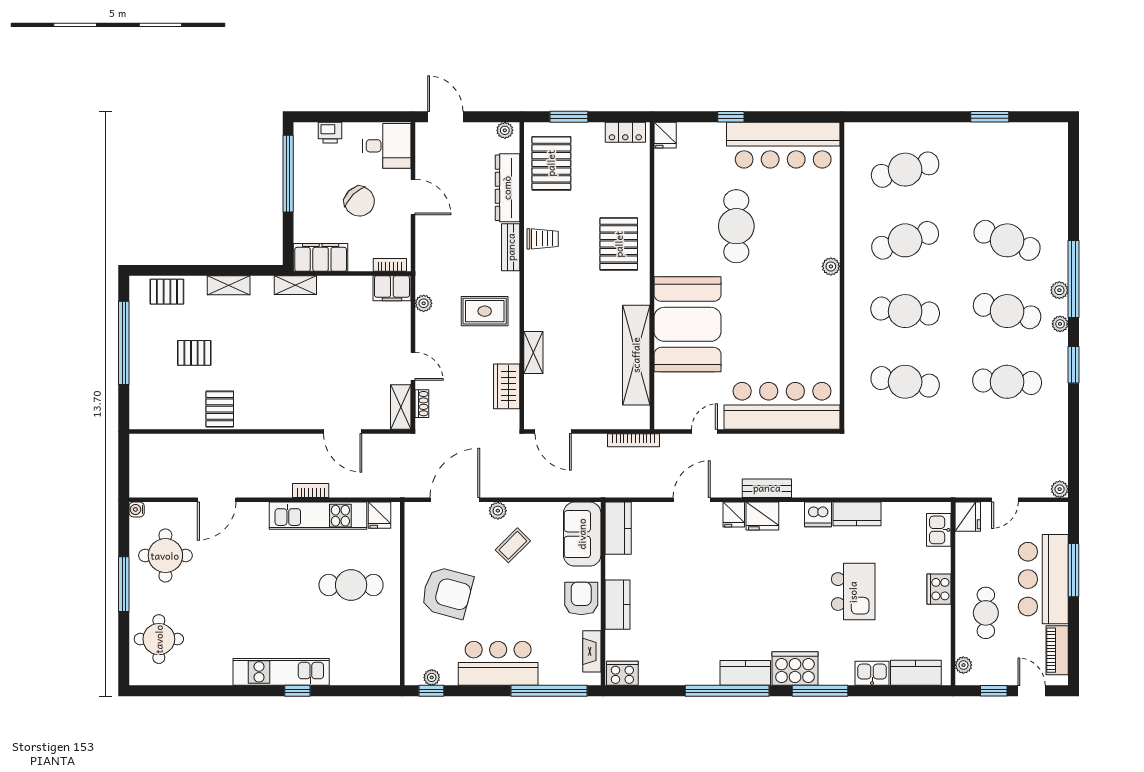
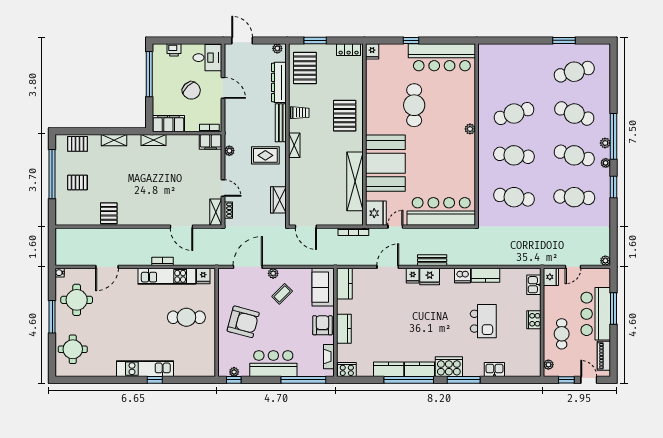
cafe table: (905, 170) -> (574, 72), moved
bench: (511, 247) -> (281, 123), width x1.36
pallet: (194, 353) -> (77, 183), moved
shelving: (533, 353) -> (294, 145), moved
fridge: (672, 409) -> (376, 213), added
kitchen counter: (916, 673) -> (389, 369), moved

